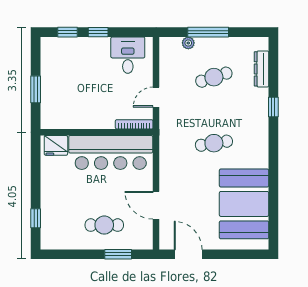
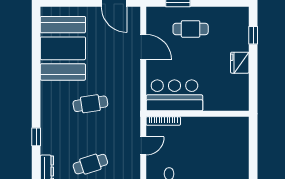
window: (36, 89) -> (253, 153), removed
fridge: (56, 145) -> (240, 63), moved, turned -90
bar counter: (111, 152) -> (174, 95), width x0.73

